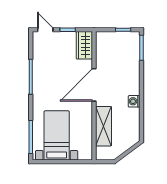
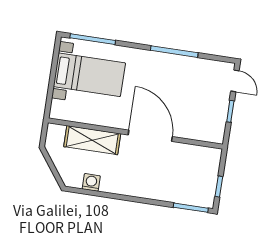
door: (45, 30) -> (235, 81), hinge flipped
wardrobe: (84, 45) -> (206, 131), removed
washing machine: (134, 101) -> (91, 182), moved

